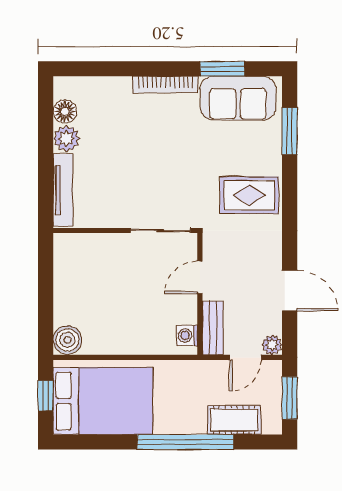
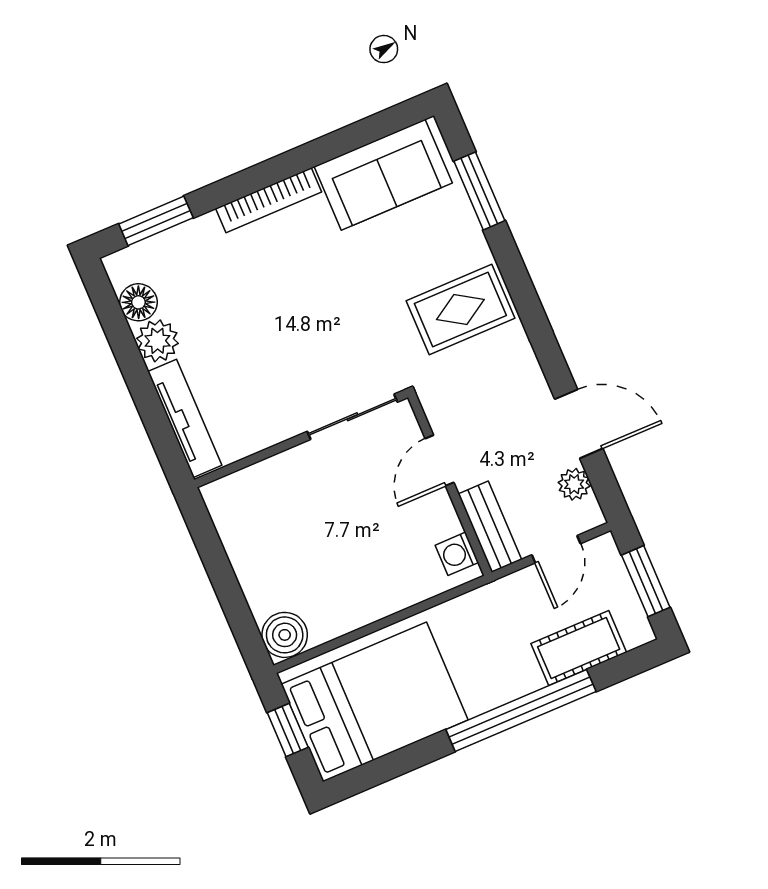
window: (223, 69) -> (156, 221), moved
plant: (272, 345) -> (574, 484), moved

